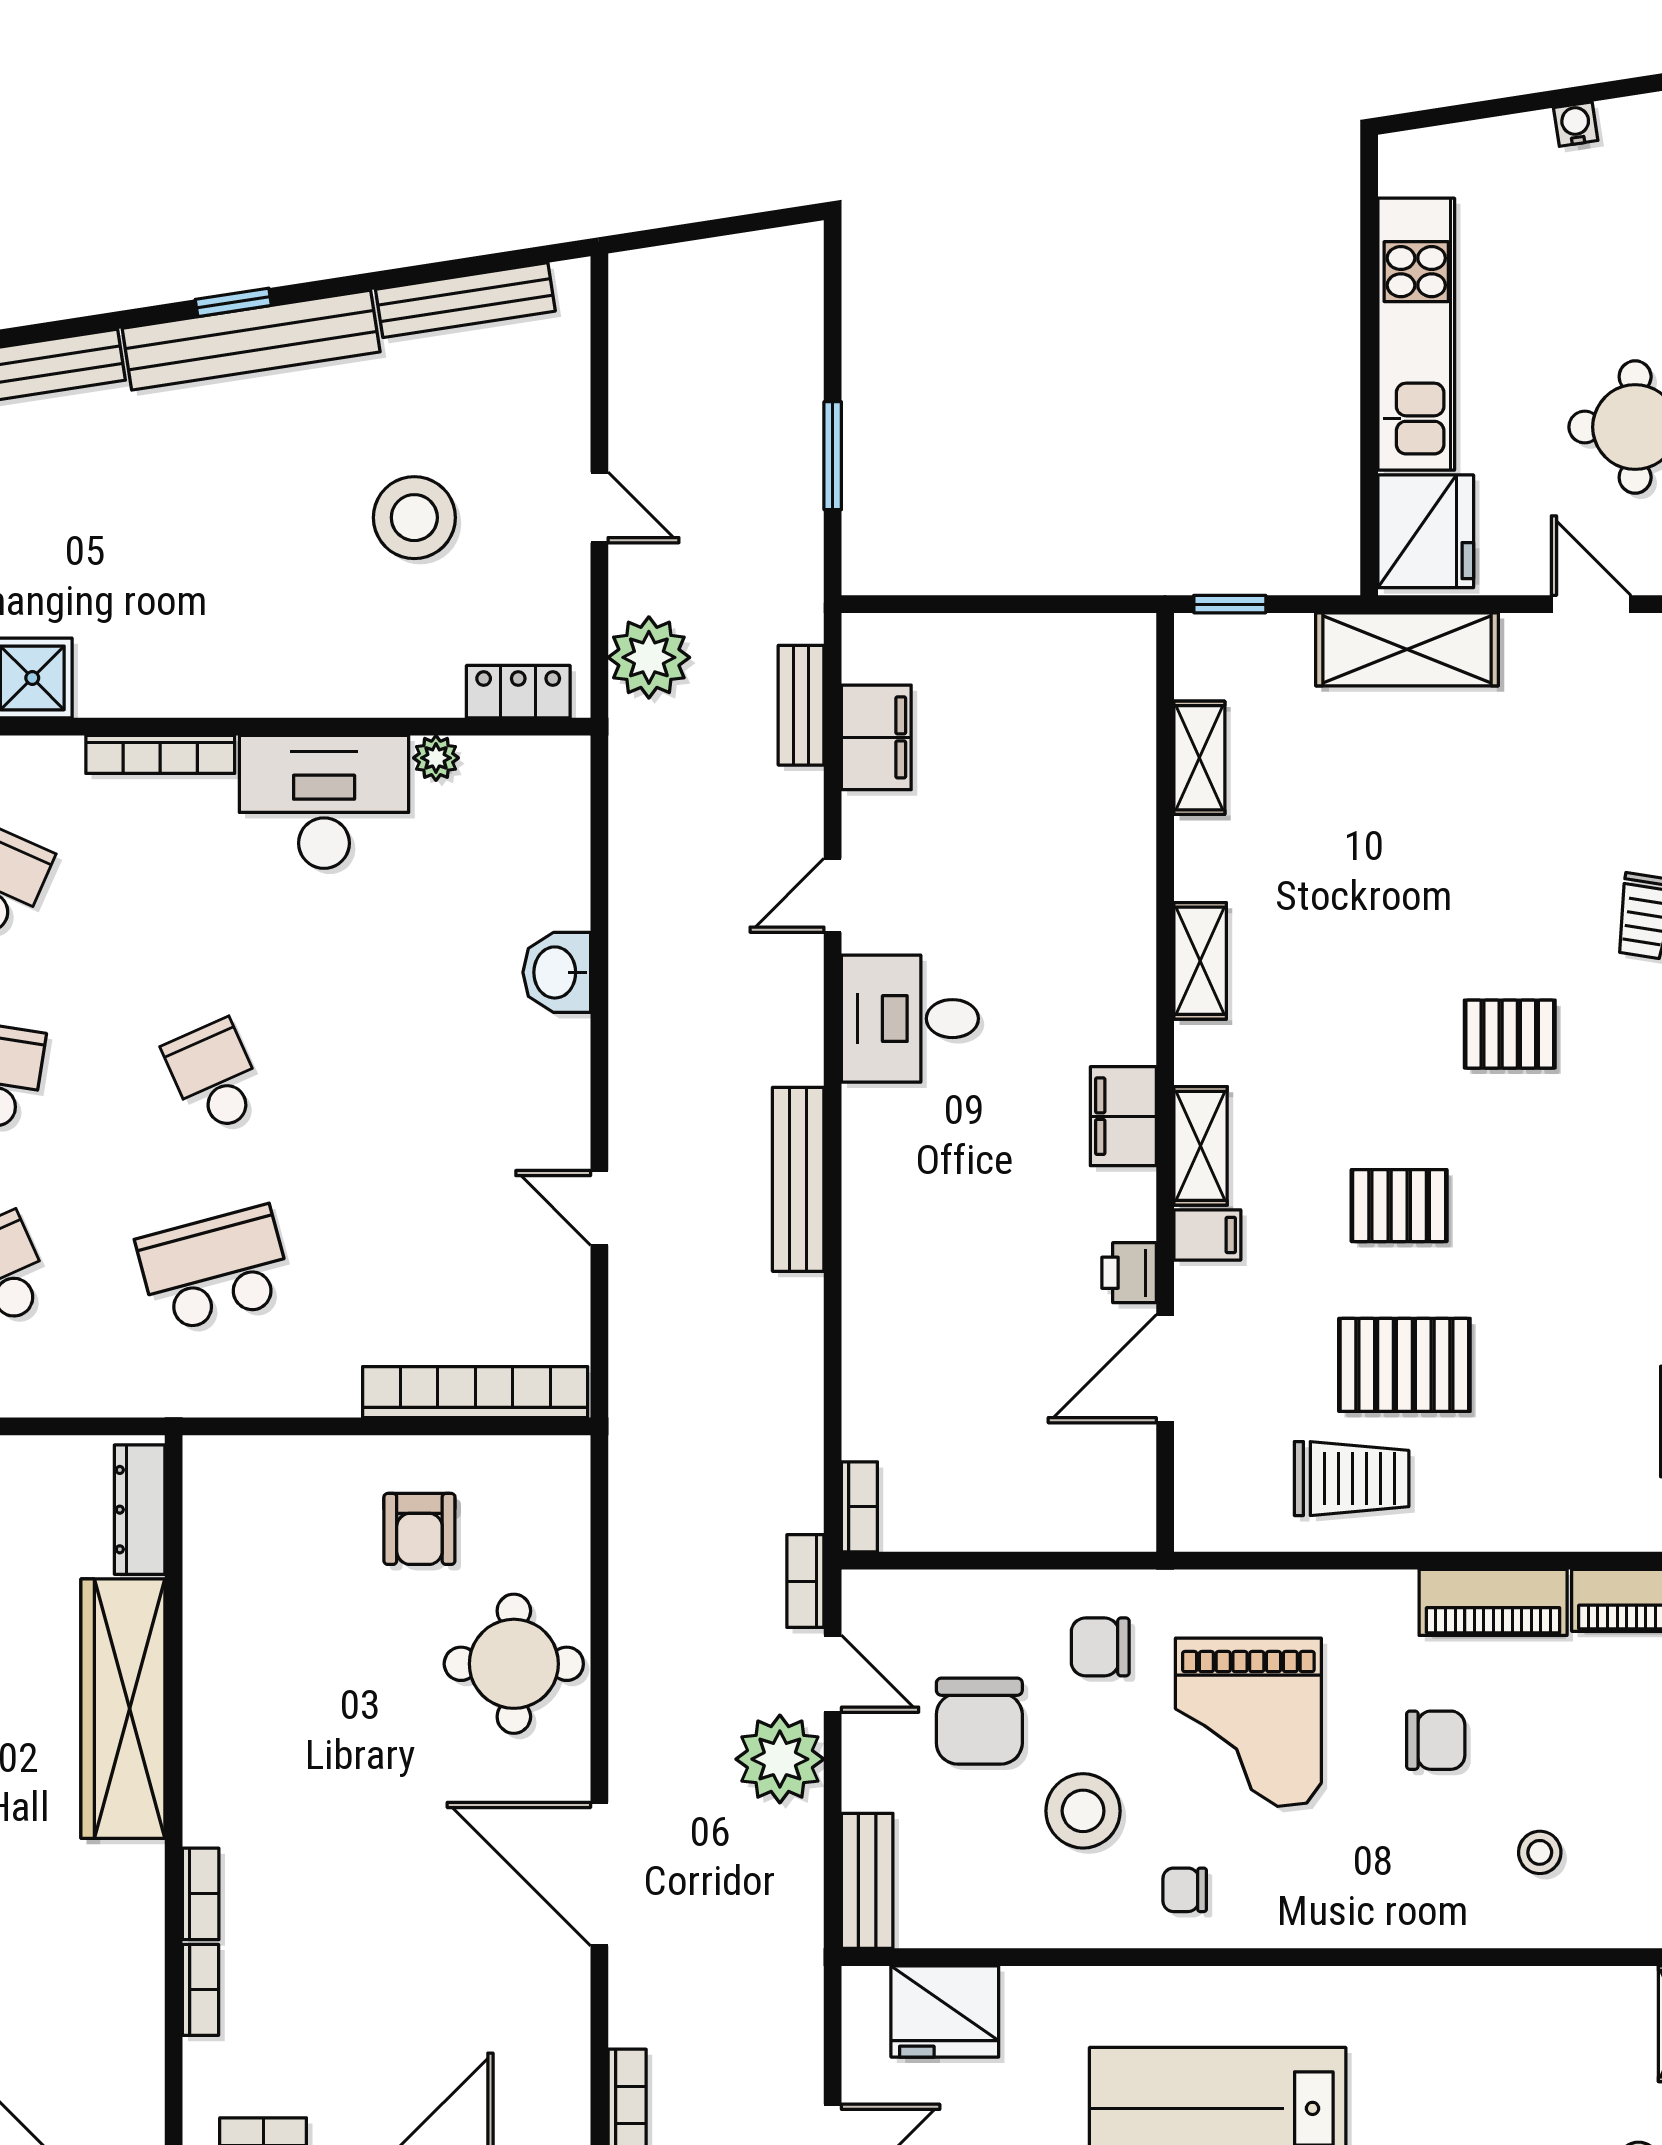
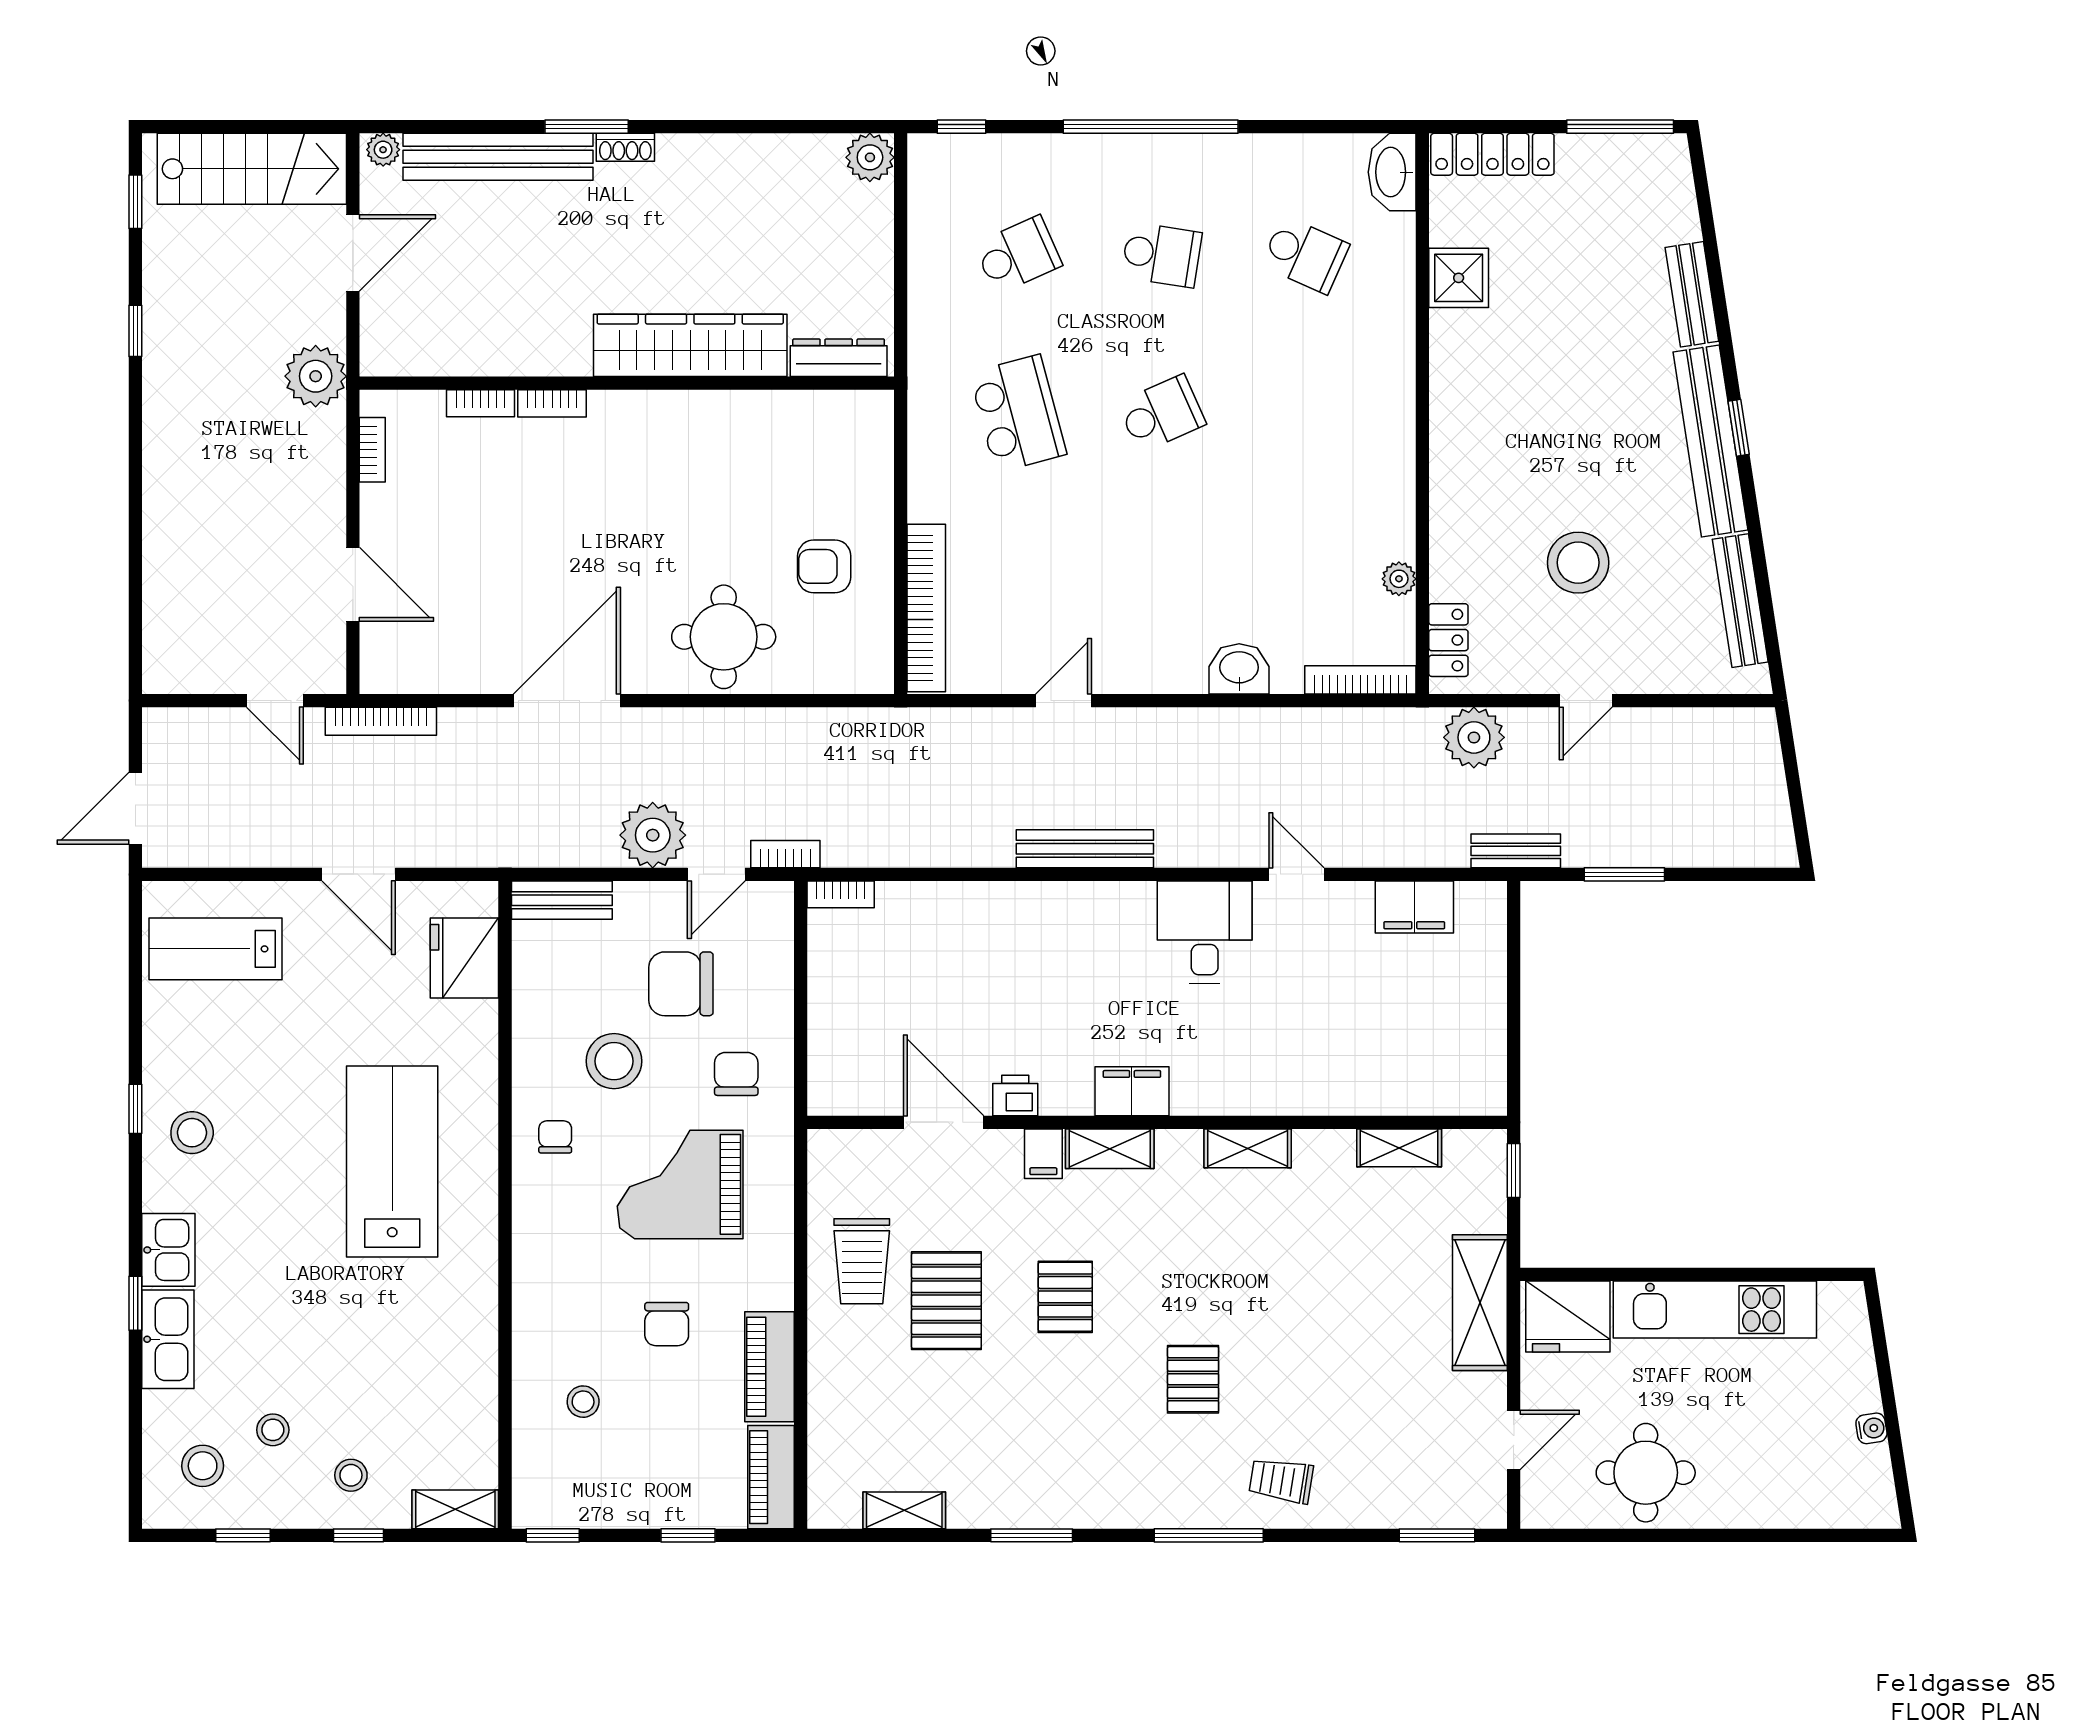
bench: (801, 705) -> (1516, 851), moved
bookcase: (160, 754) -> (1360, 680), moved, turned 90
desk: (324, 802) -> (1366, 495), removed

